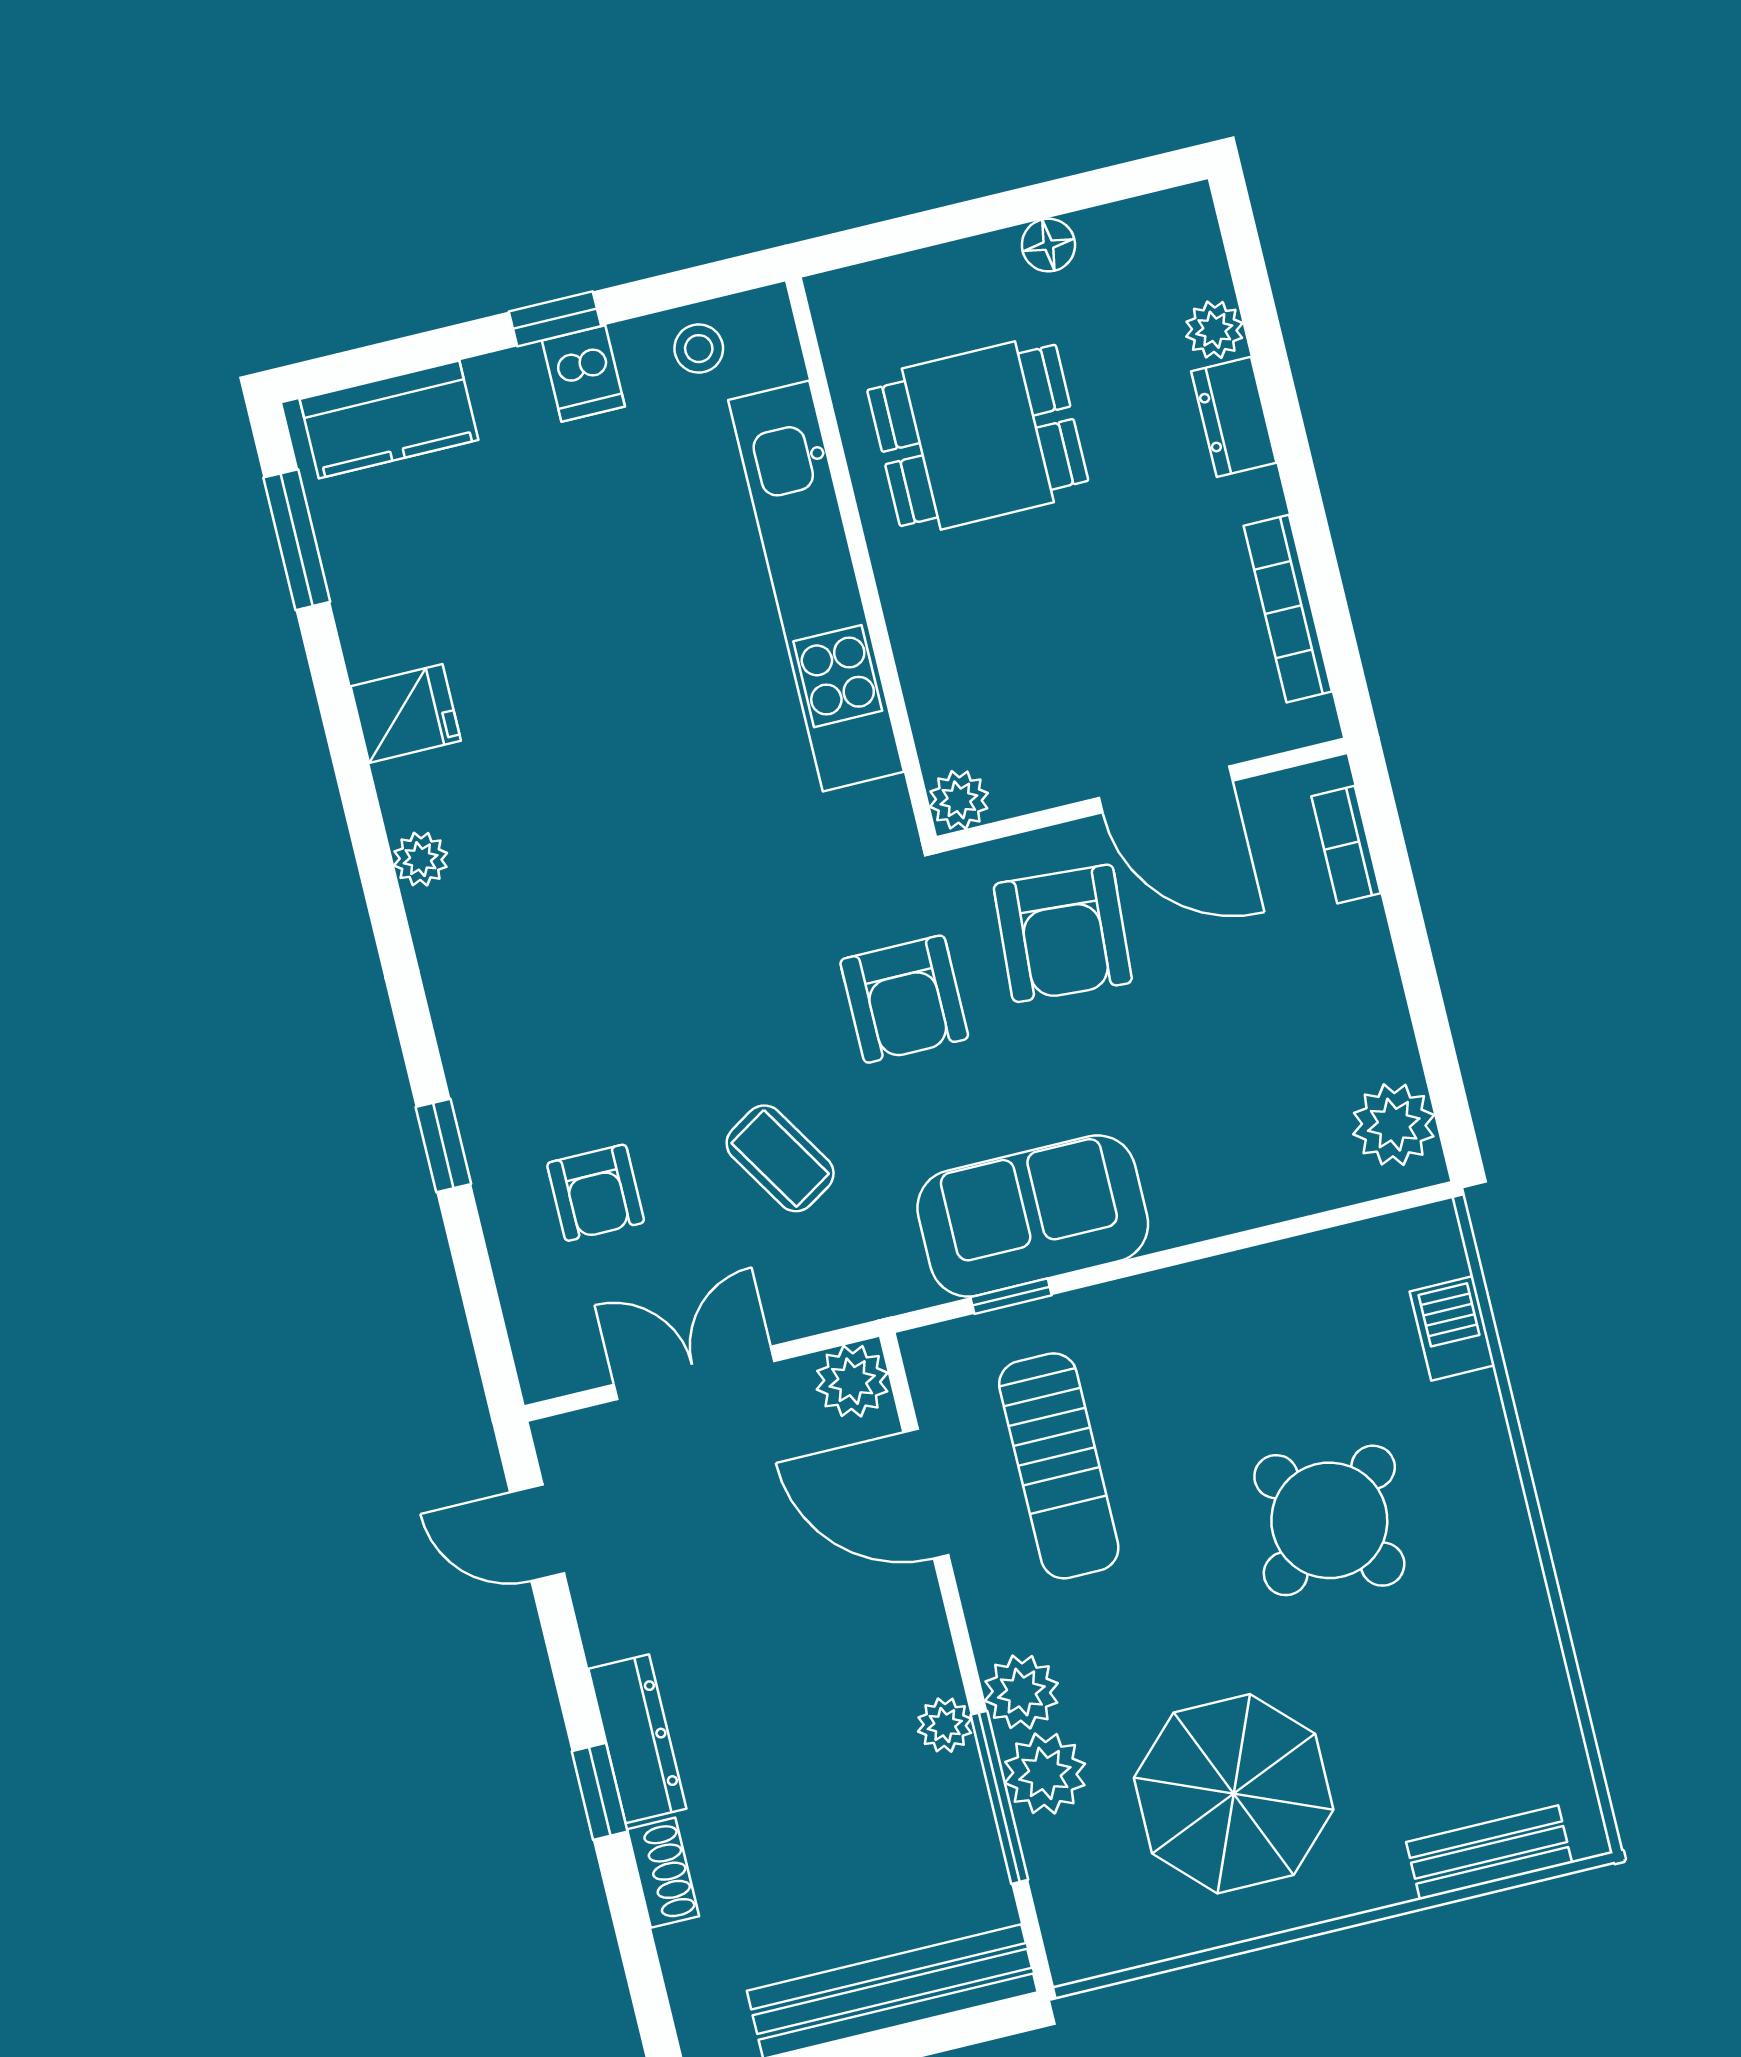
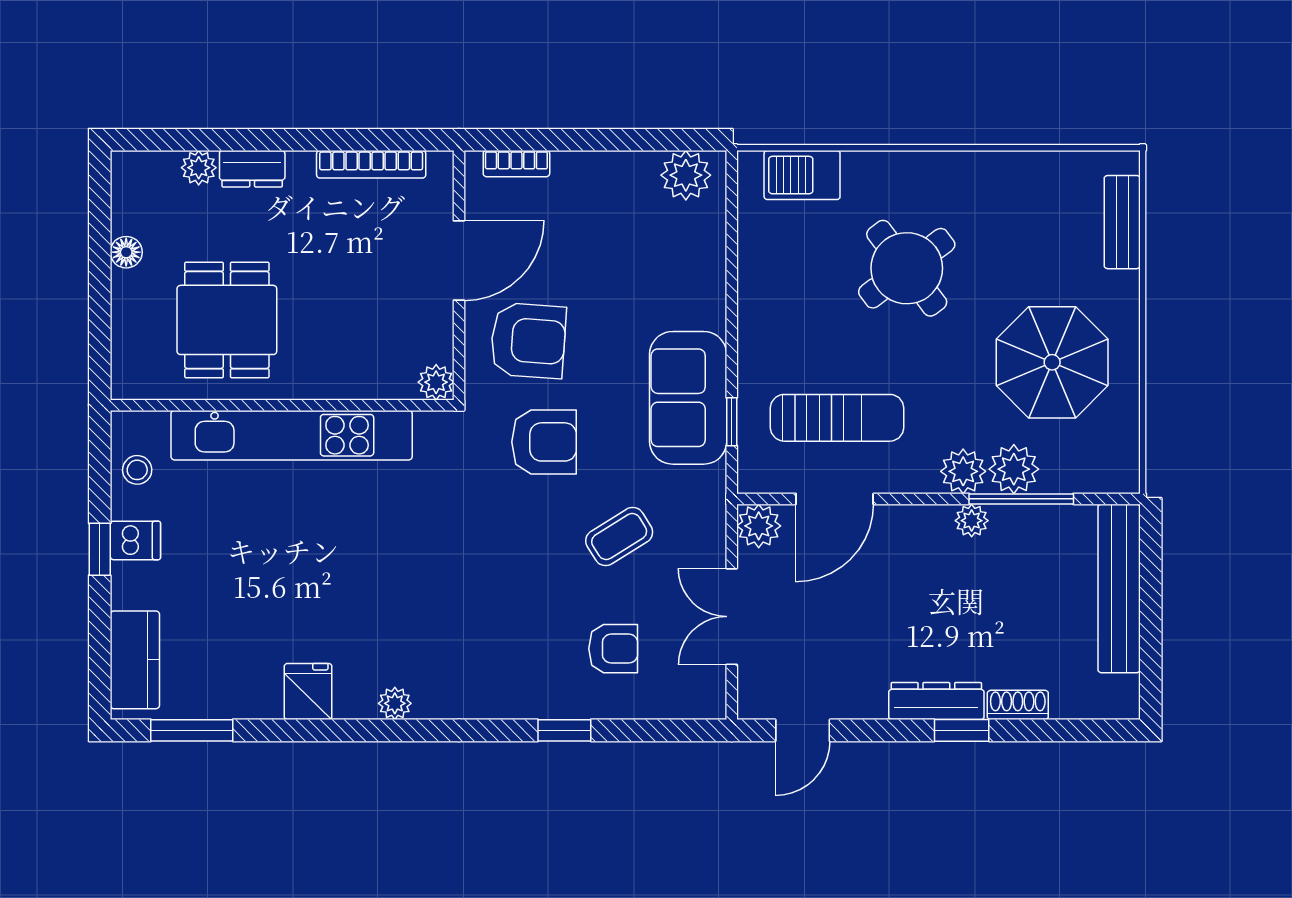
barbecue: (1452, 1328) -> (802, 175), width x1.38, depth x1.27

